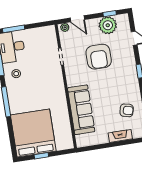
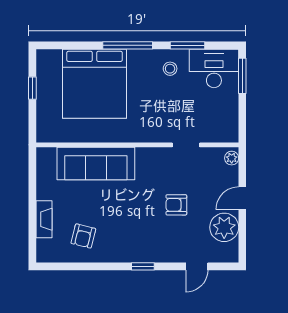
window: (110, 14) -> (242, 233), removed
door: (77, 19) -> (242, 198), moved
armchair: (99, 57) -> (176, 205), width x0.53, depth x0.53
bed: (33, 133) -> (95, 84), moved, turned 90

